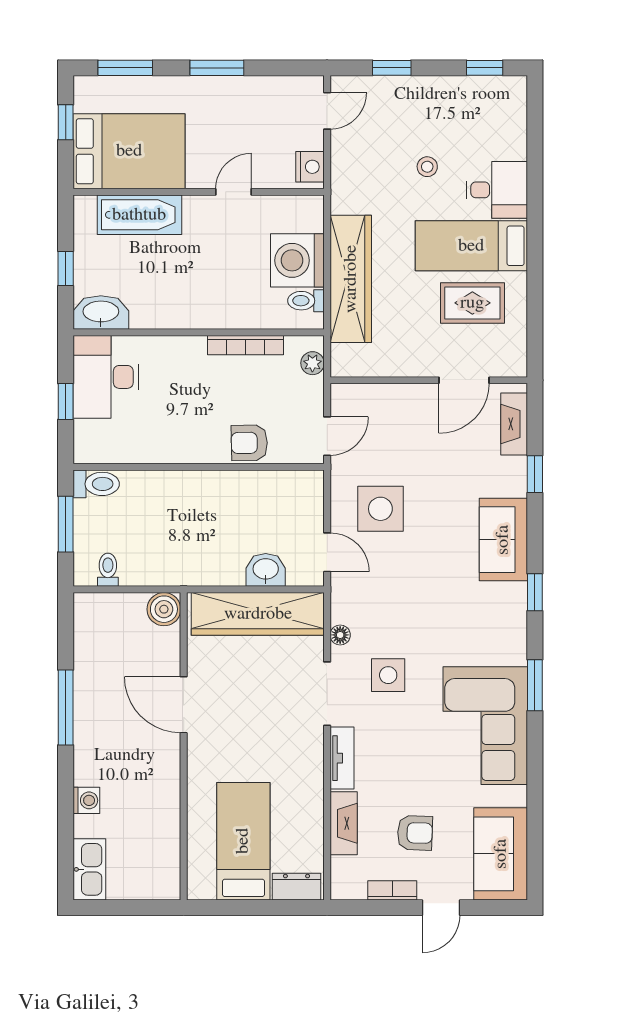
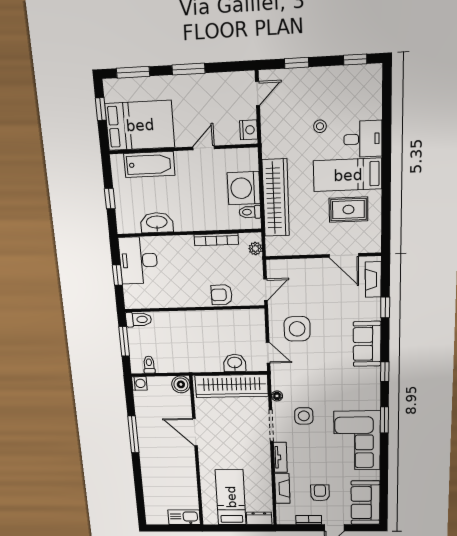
washbasin: (101, 312) -> (157, 223), moved
door: (464, 380) -> (344, 255), hinge flipped
washing machine: (86, 800) -> (139, 383), moved
armchair: (415, 833) -> (320, 493), turned -92
kitchen sink: (89, 869) -> (184, 517), moved, turned -90

